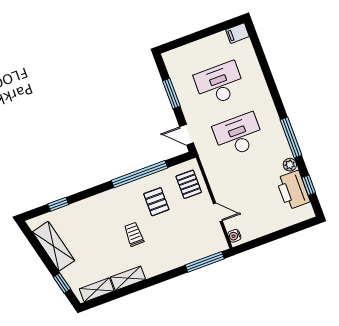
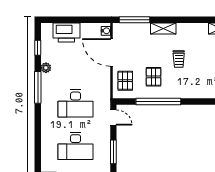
printer: (293, 190) -> (66, 32), moved, turned 90
door: (218, 212) -> (111, 52), width x1.87
shelving: (128, 278) -> (163, 29), moved

